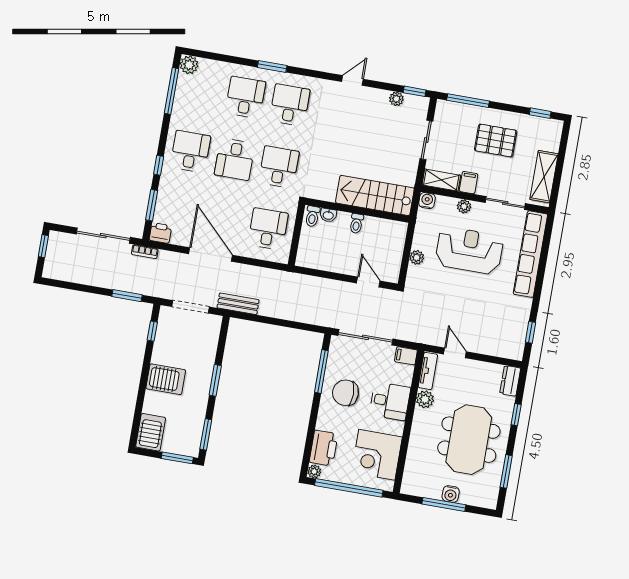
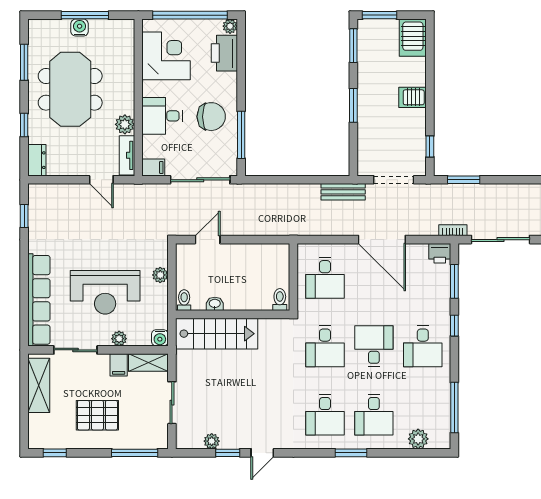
plant: (189, 65) -> (418, 439), moved
window: (415, 91) -> (228, 453), moved
washbasin: (328, 215) -> (215, 304), moved
toilet: (356, 223) -> (184, 300), moved
door: (368, 282) -> (208, 240), swing flipped
server rack: (166, 379) -> (413, 97), width x0.73, depth x0.70

